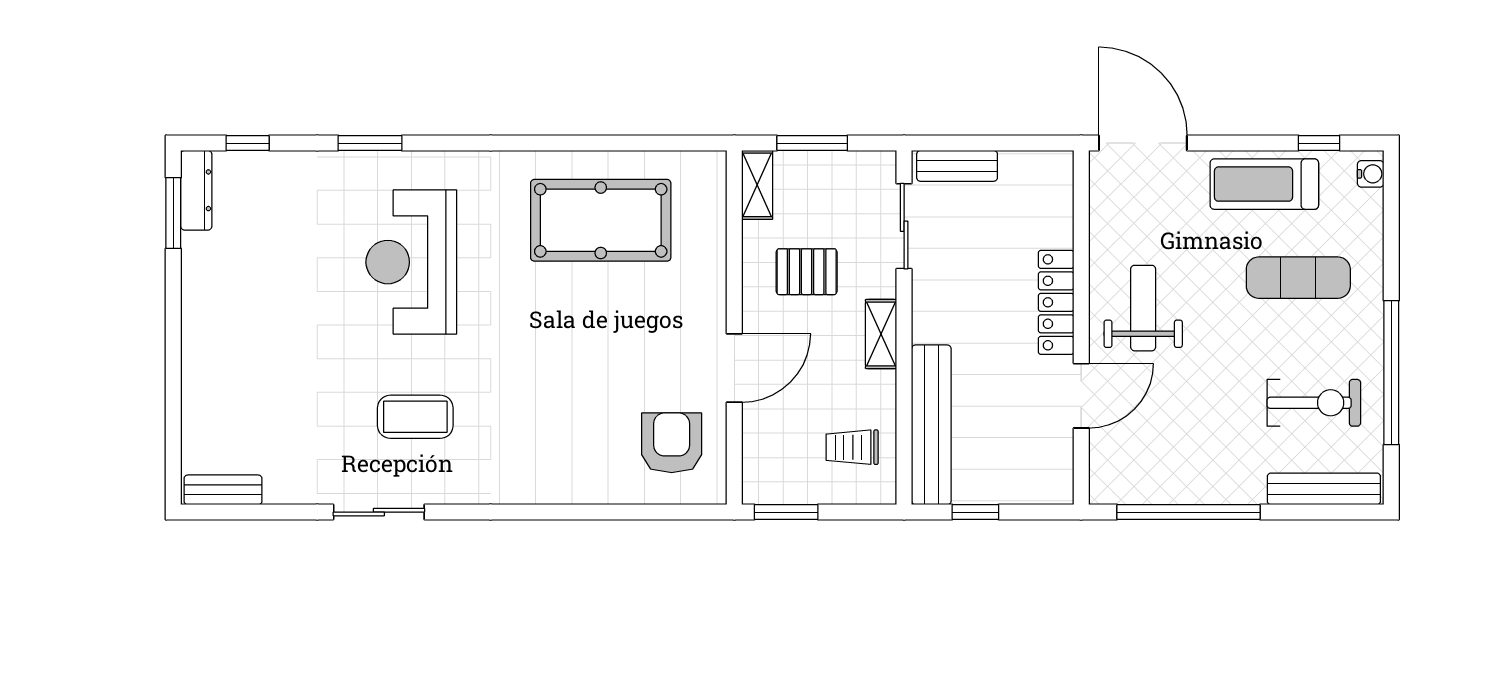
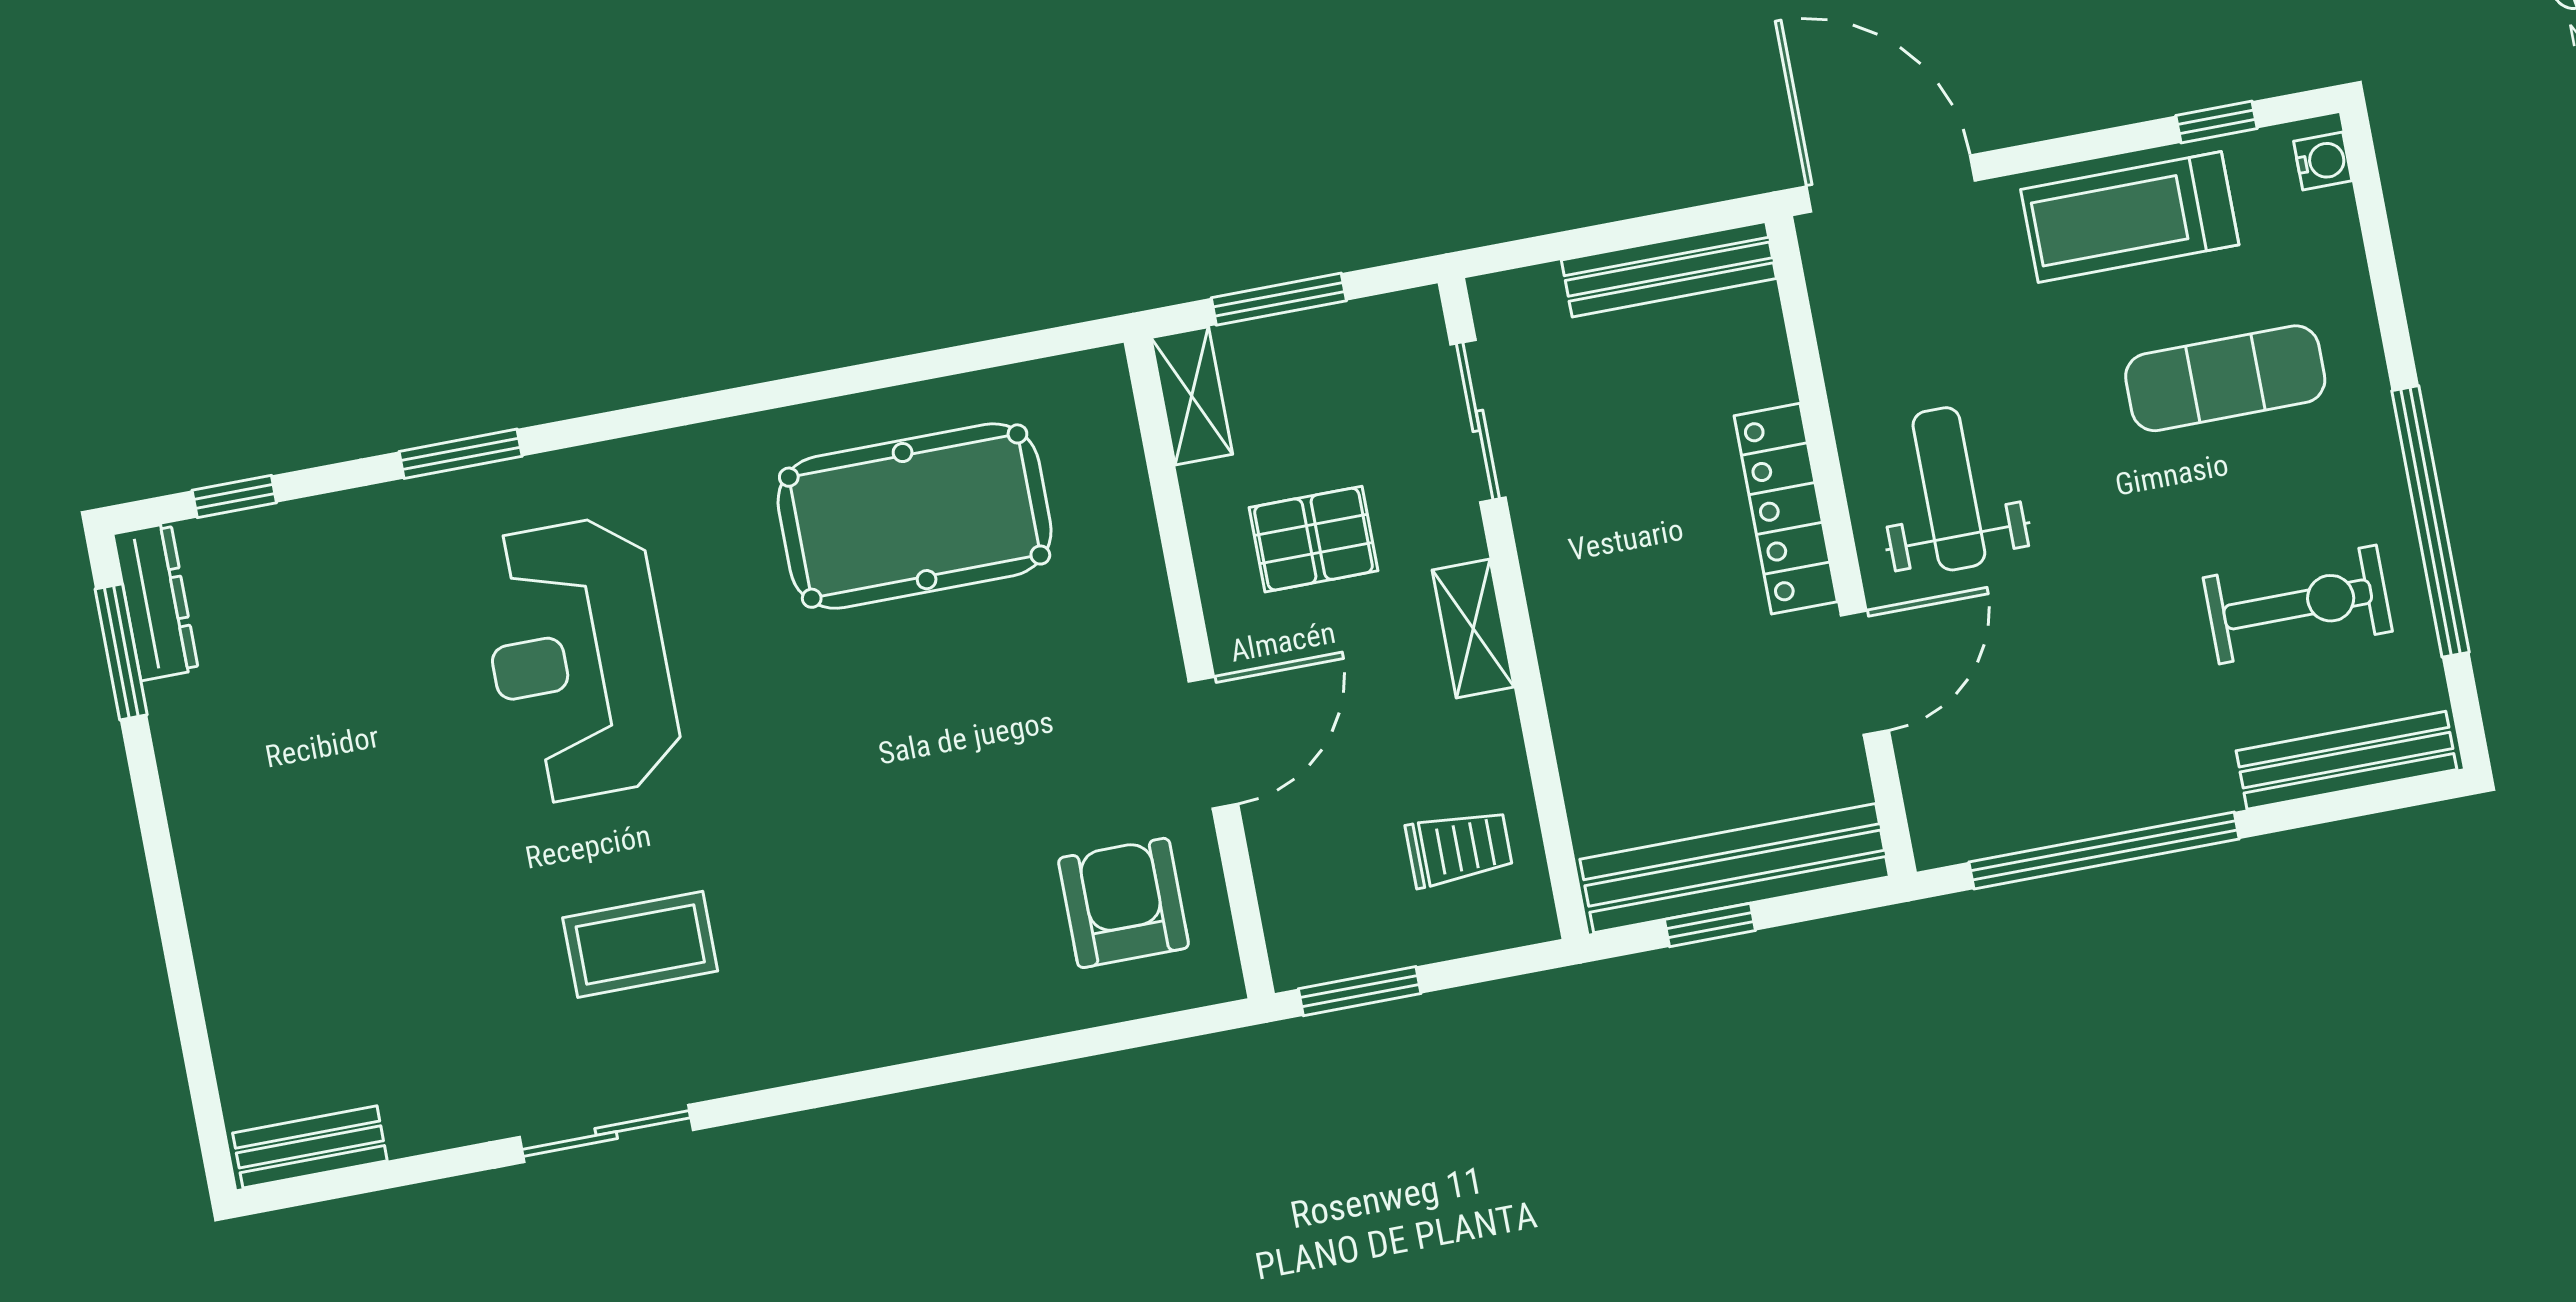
bench: (957, 166) -> (1669, 269), moved, width x1.36
bench: (931, 425) -> (1735, 868), moved, turned 90
trolley: (852, 447) -> (1459, 848), turned 180

